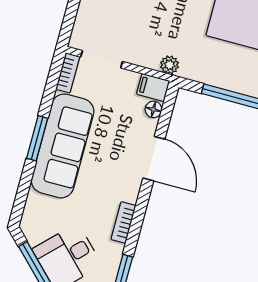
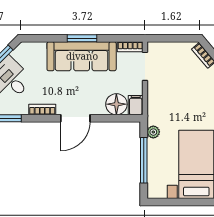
plant: (170, 65) -> (153, 132), moved
floor lamp: (153, 109) -> (116, 104), width x1.89, depth x1.89
door: (154, 159) -> (75, 118), moved

